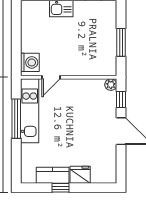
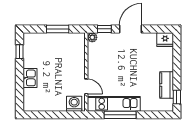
fridge: (80, 175) -> (165, 40), moved, turned -90
window: (60, 188) -> (177, 97), moved

